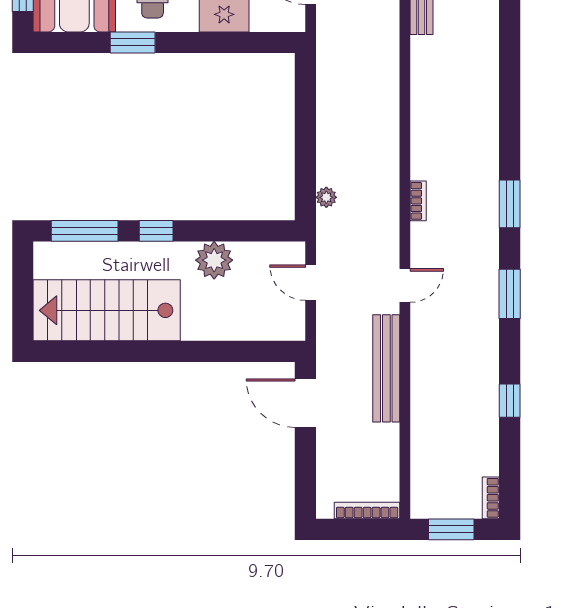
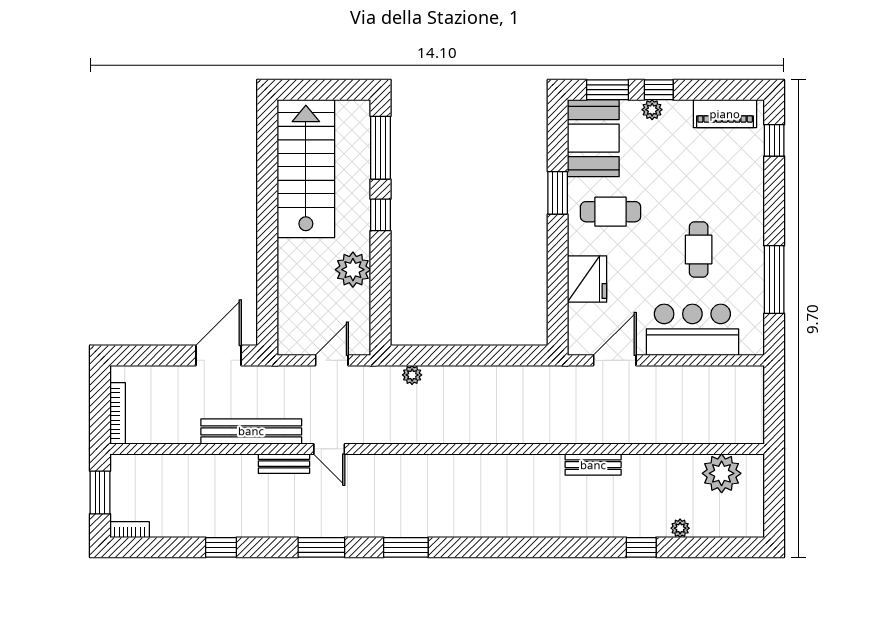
bookcase: (418, 201) -> (409, 461), removed
bench: (421, 334) -> (284, 464), added

